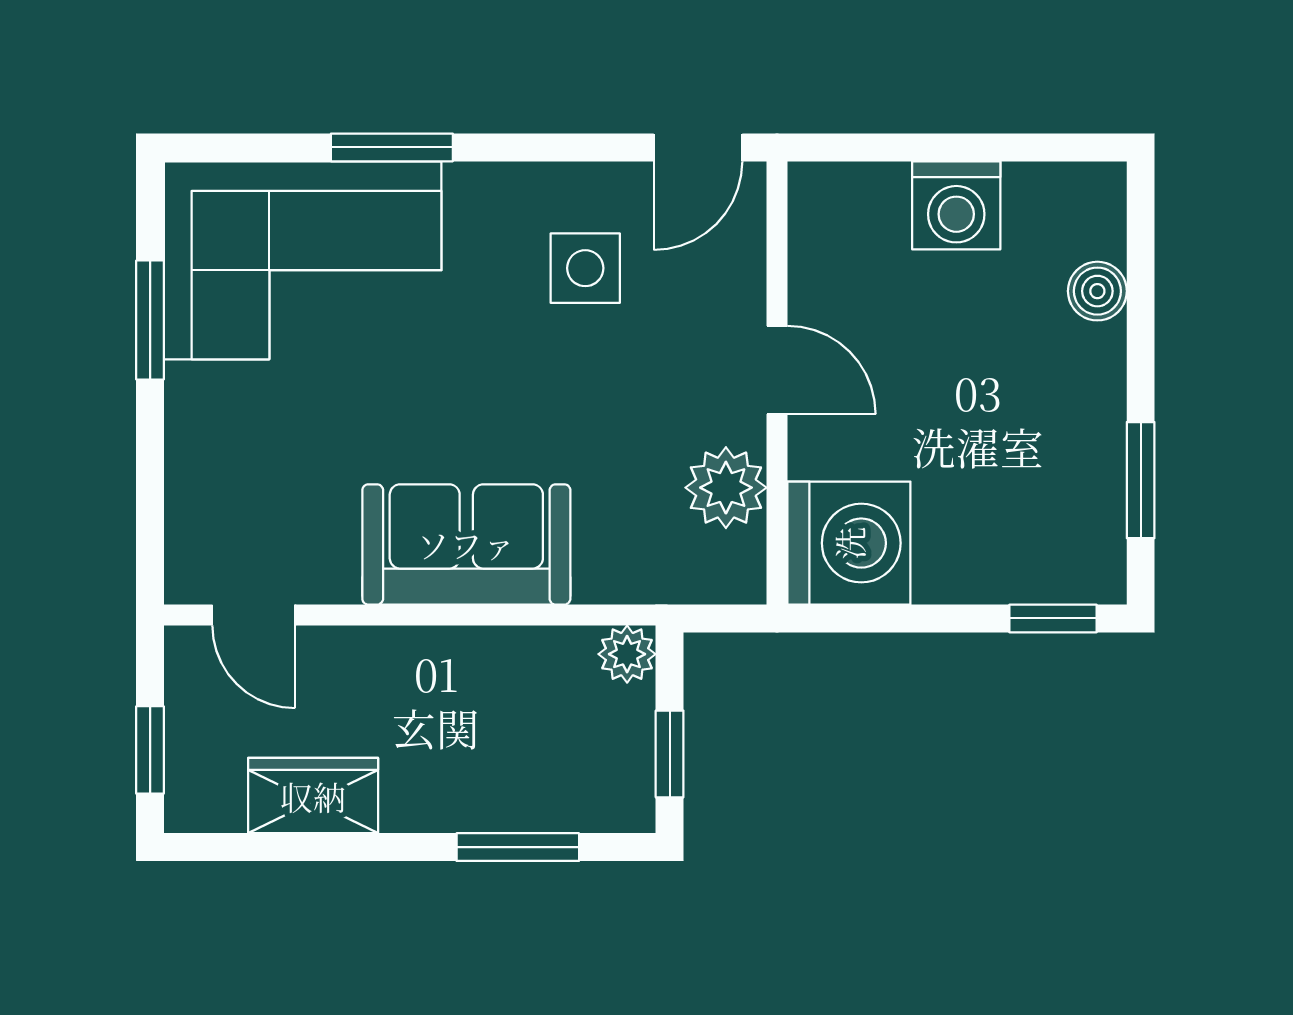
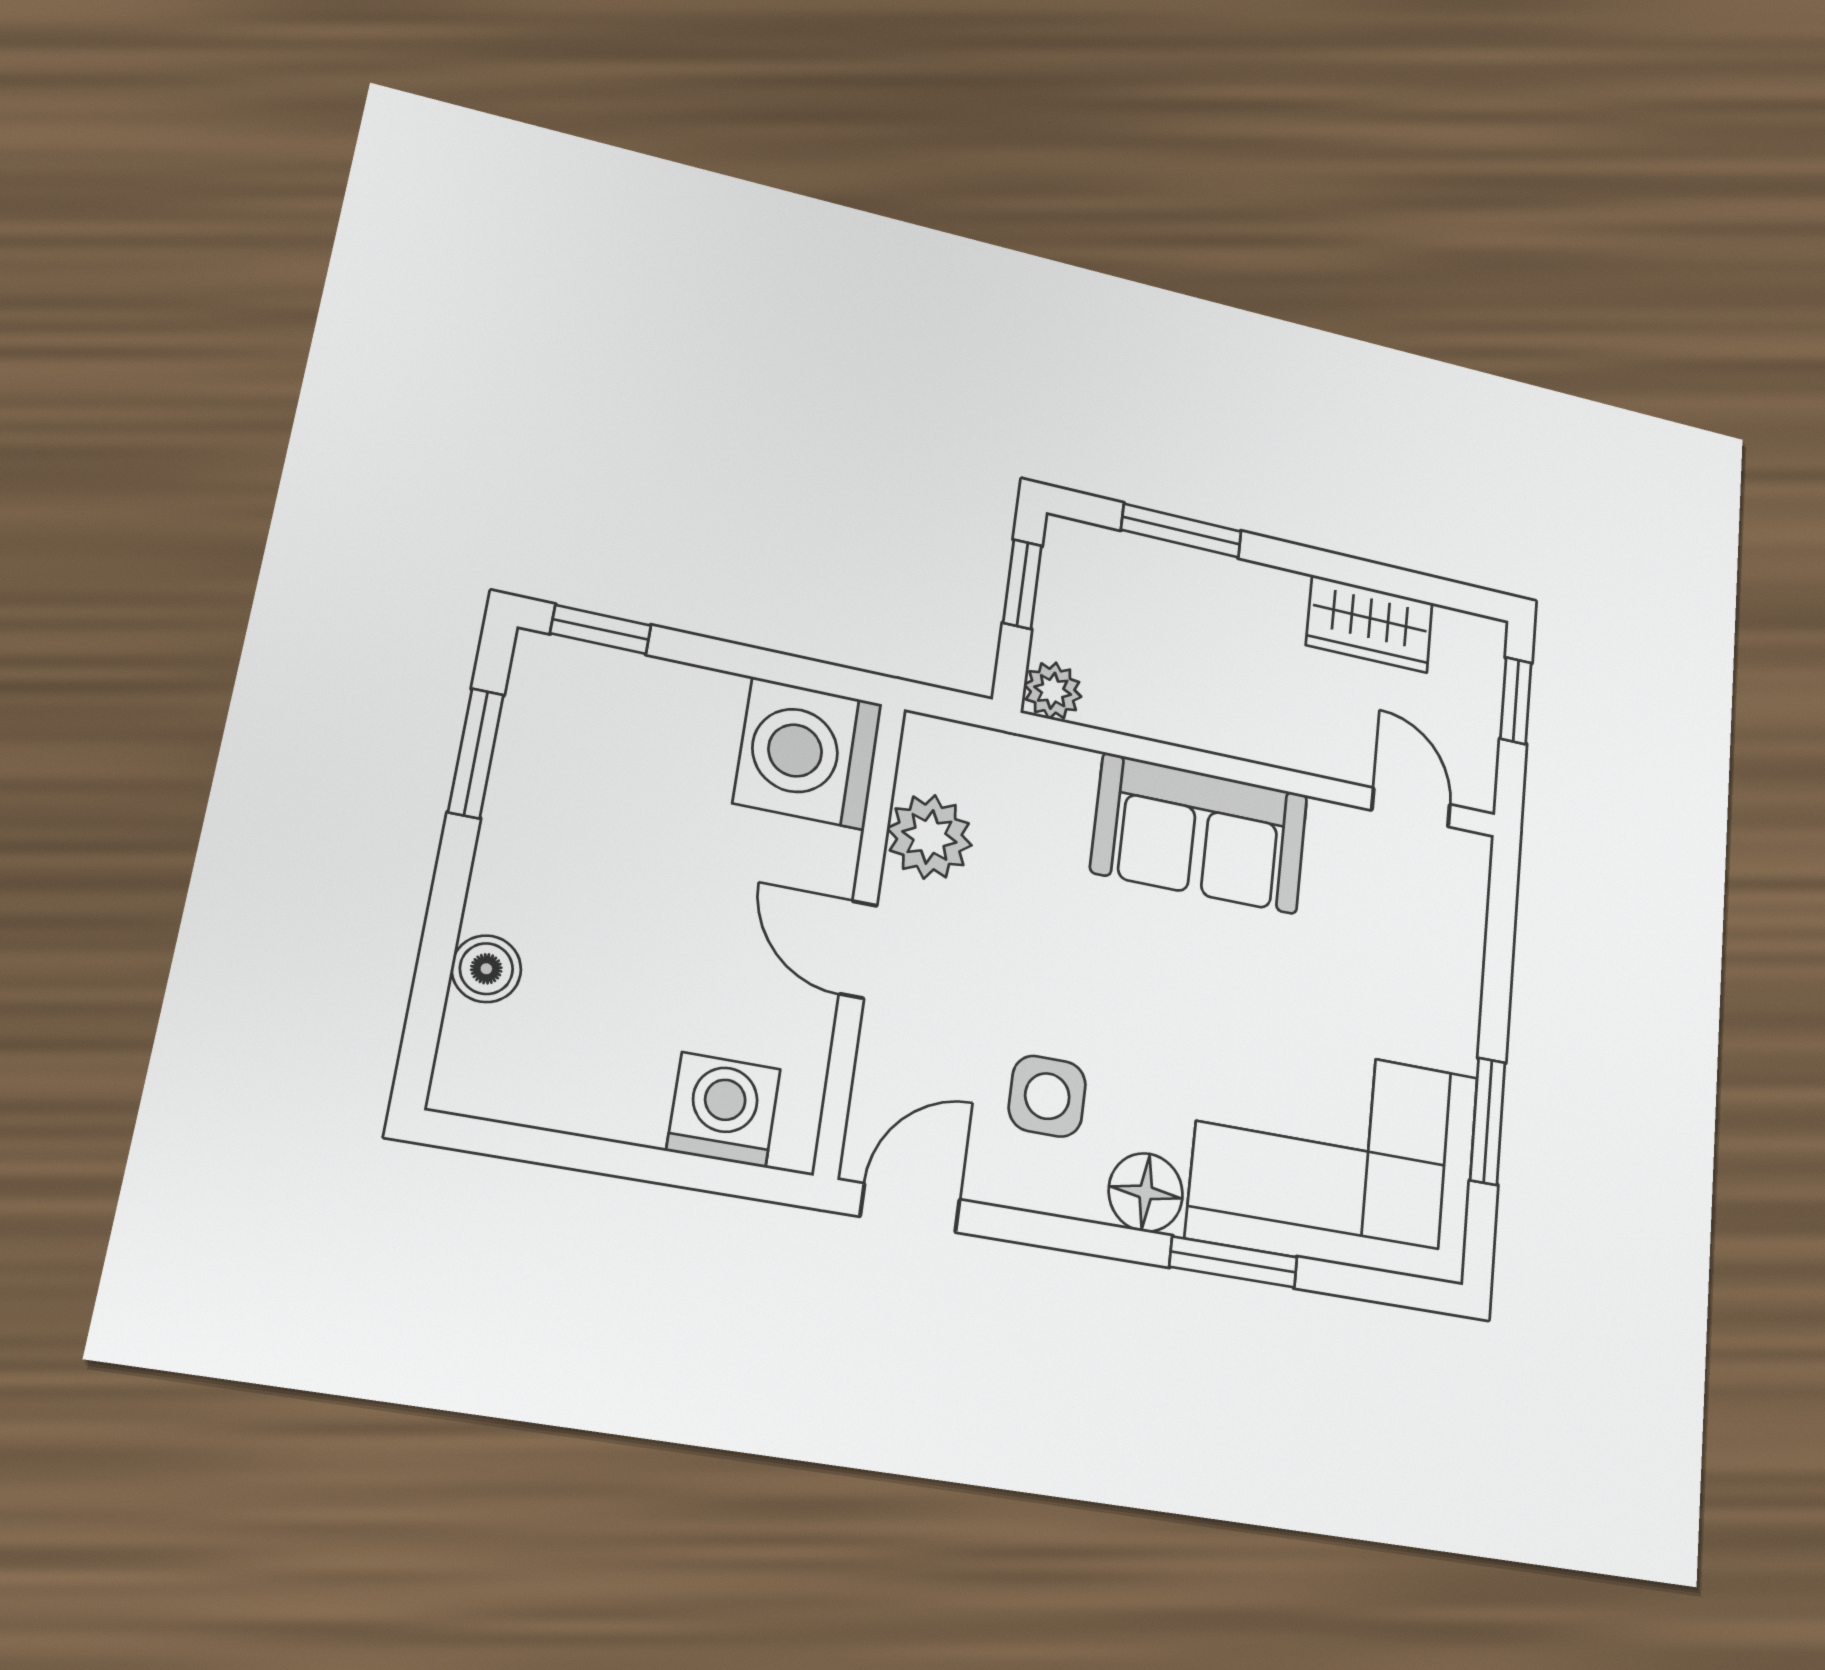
floor lamp: (482, 197) -> (1146, 1192), added
washing machine: (956, 205) -> (724, 1110), moved

